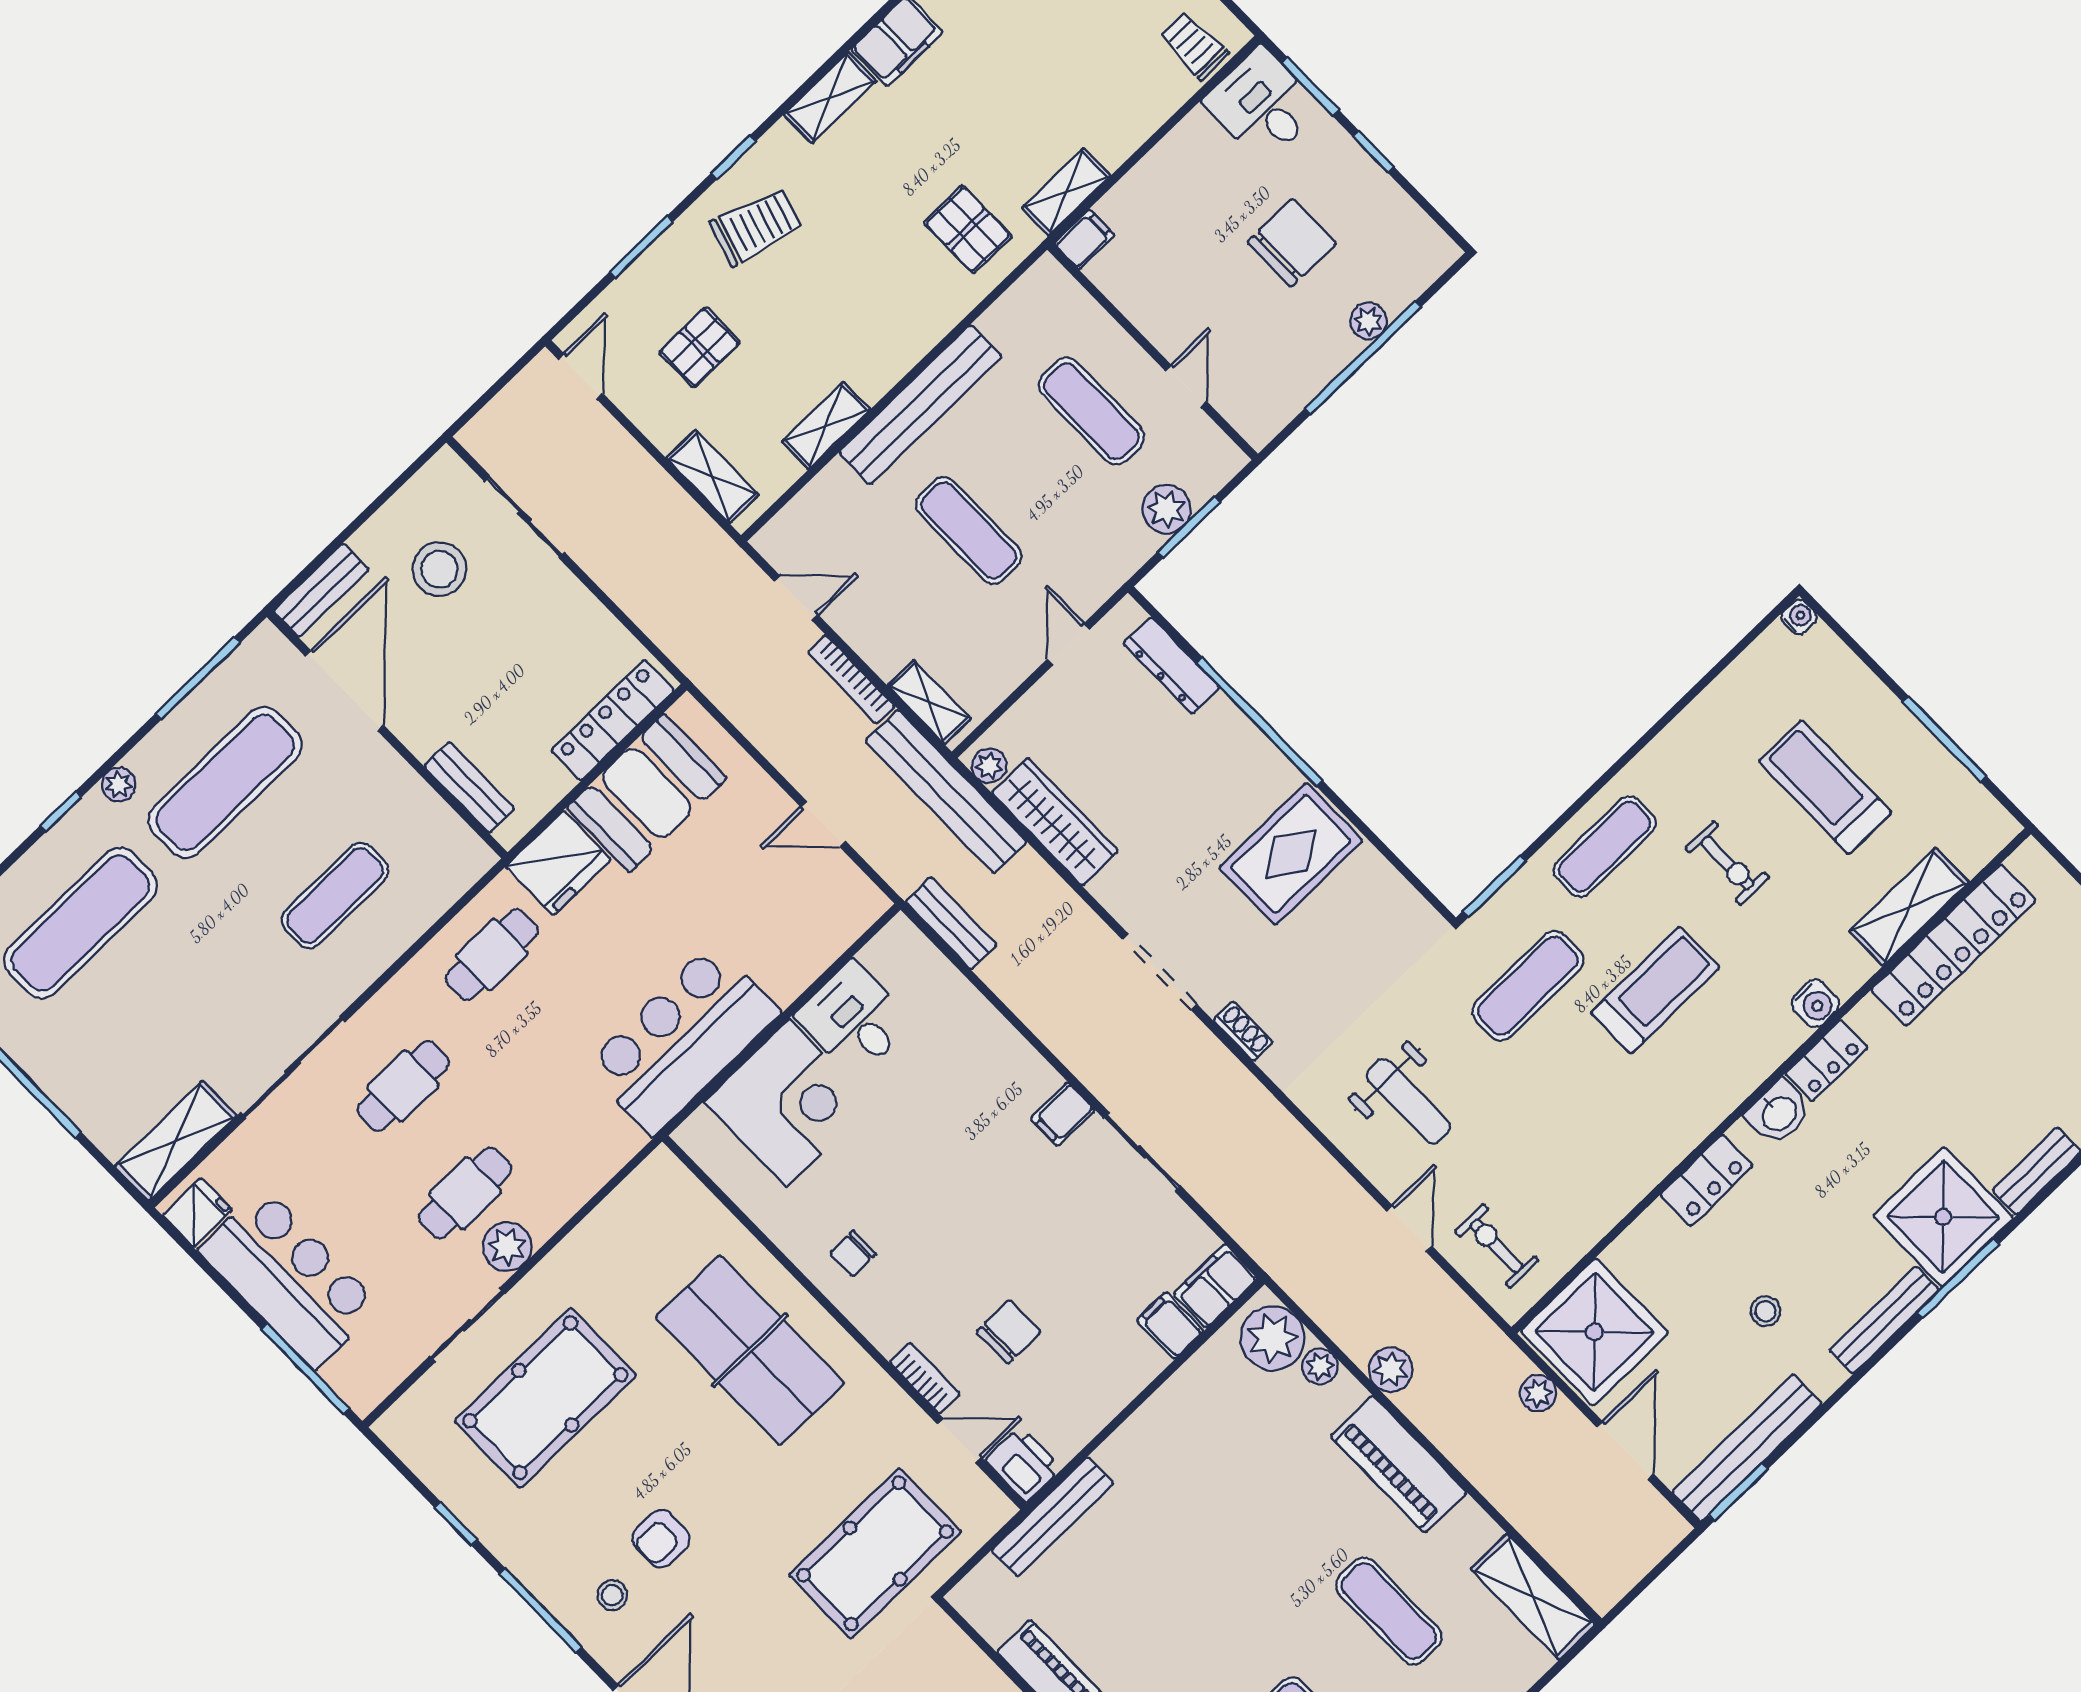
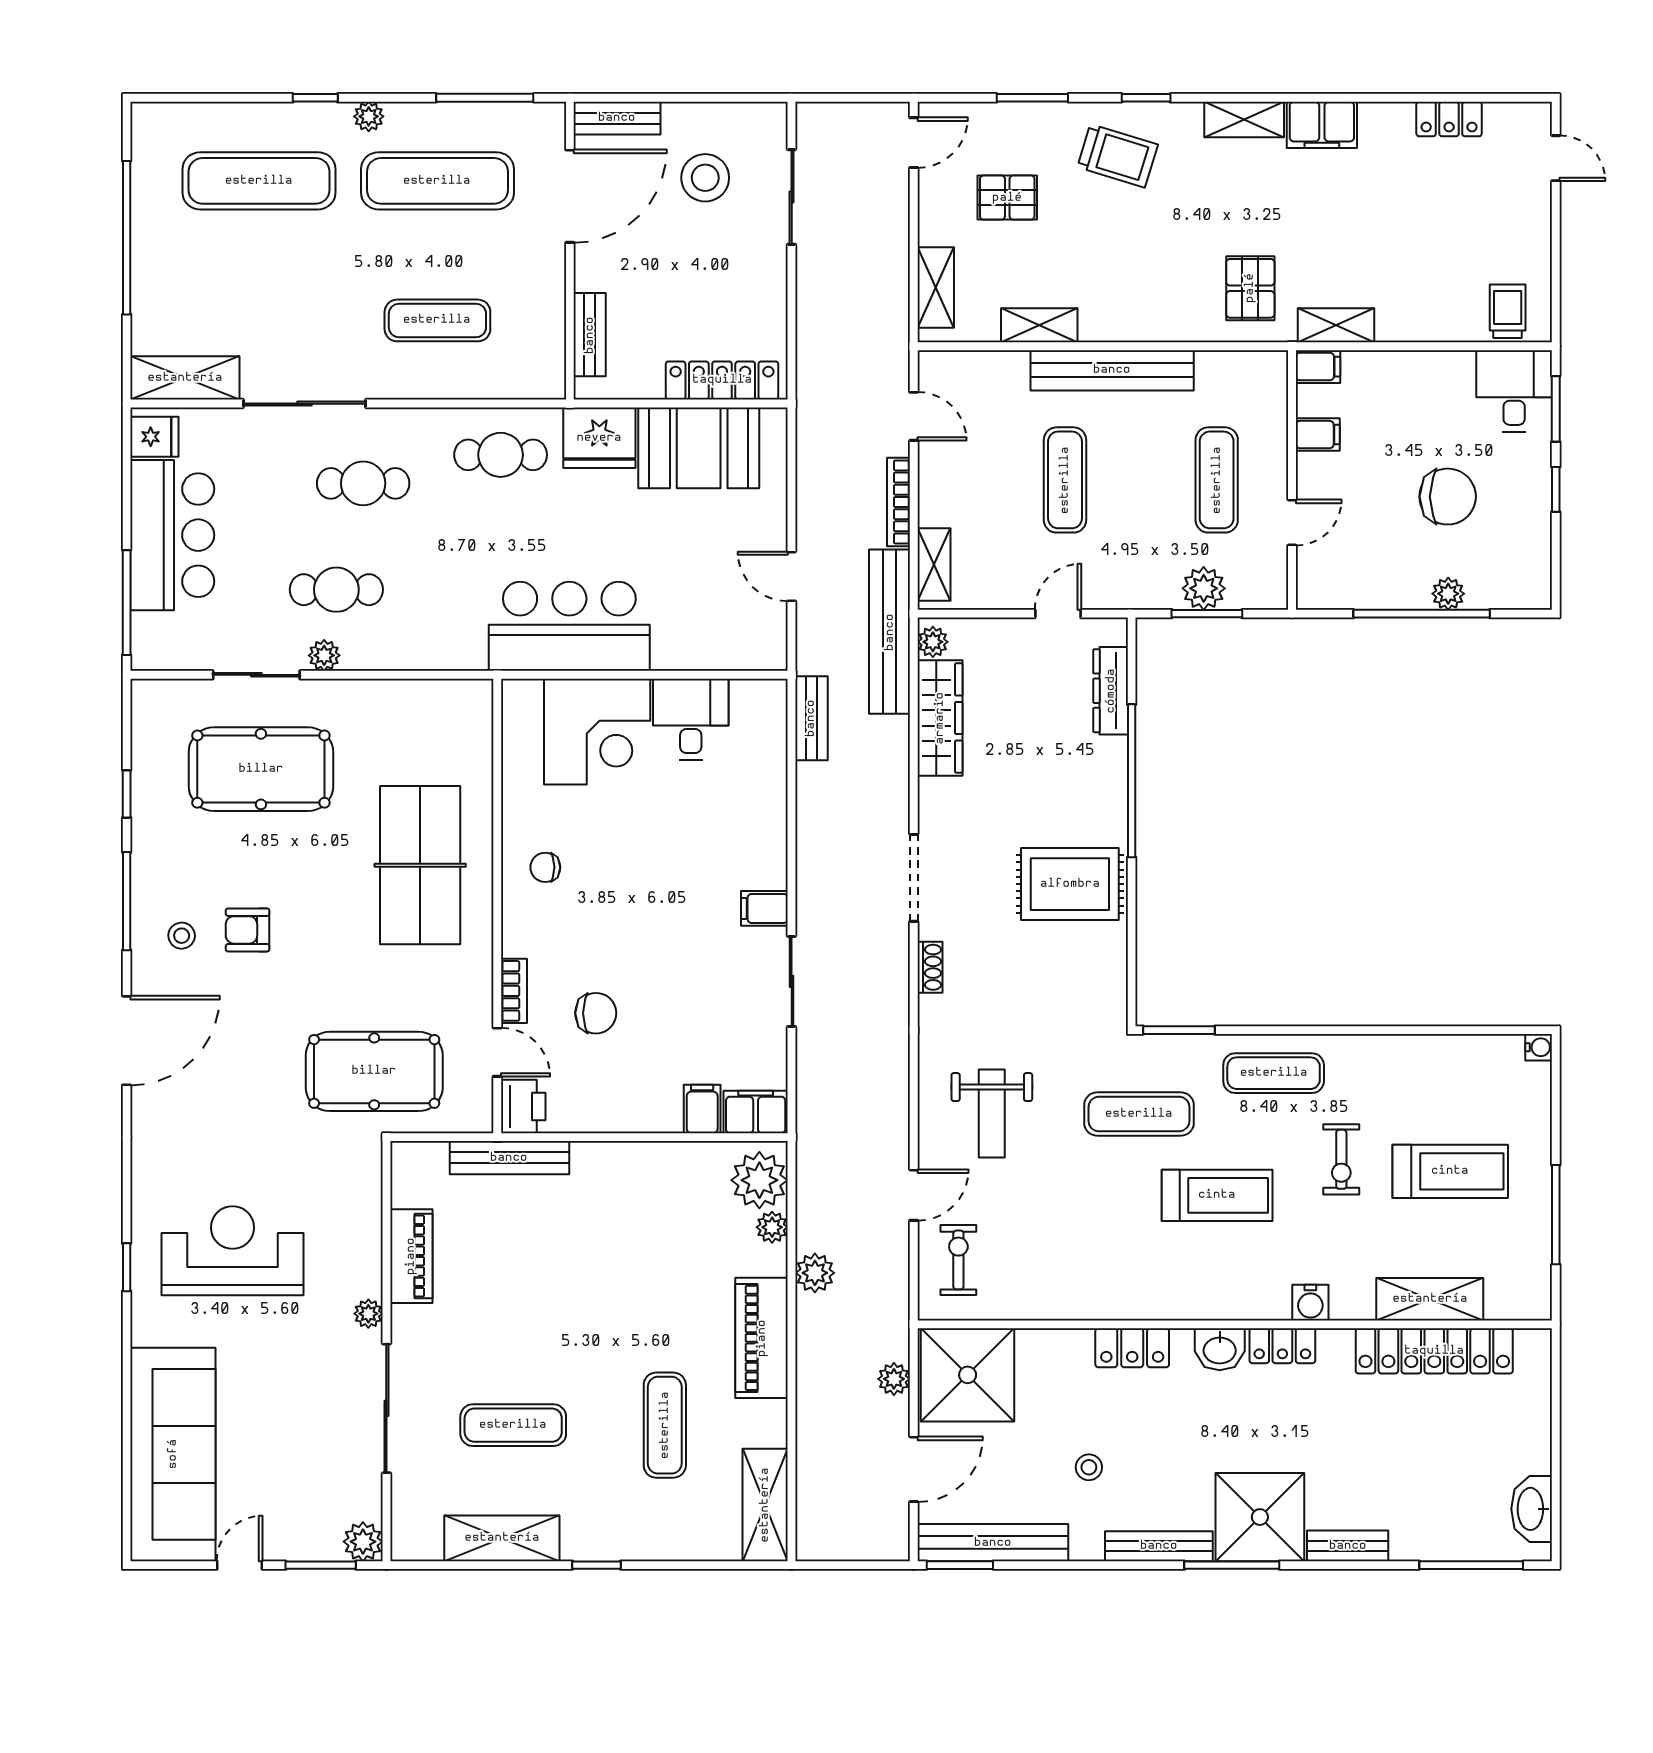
filing cabinet: (1138, 295) -> (1318, 435), added
treadmill: (1825, 787) -> (1450, 1171), turned 90
plant: (507, 1247) -> (324, 655), width x0.73, depth x0.73

